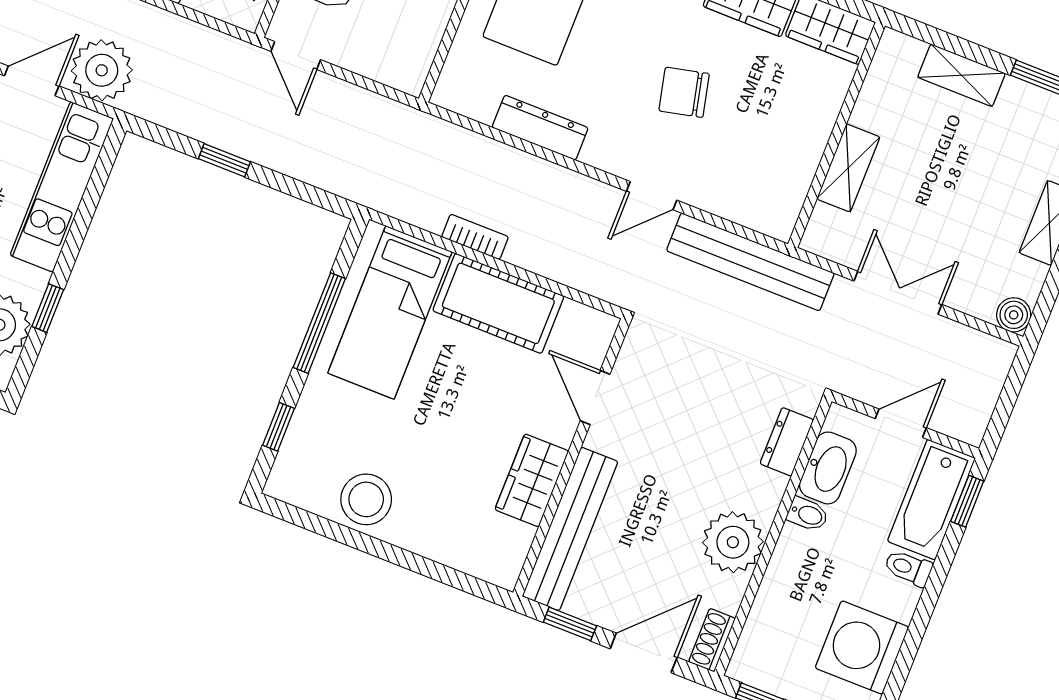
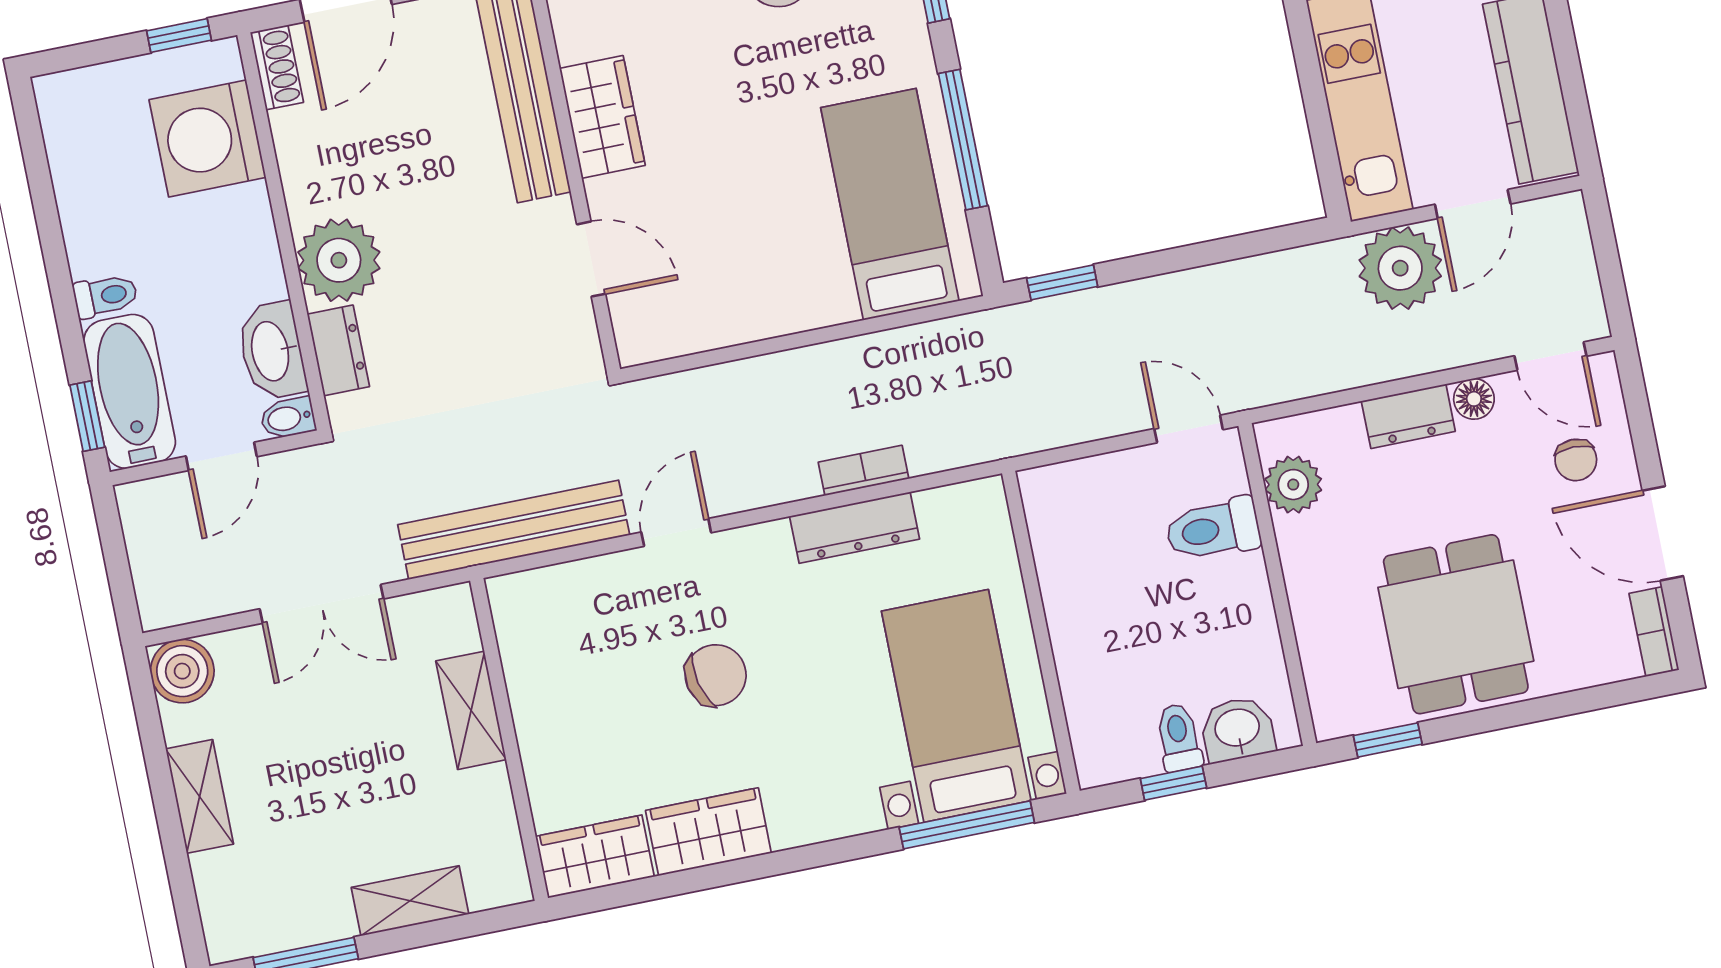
window: (224, 160) -> (1062, 282), moved
bookcase: (475, 237) -> (864, 470), moved, turned 180
cot: (498, 303) -> (772, 295), removed
boiler: (1014, 315) -> (182, 671), width x1.36, depth x1.36
bidet: (808, 514) -> (288, 418), moved
plant: (733, 542) -> (339, 260), moved
washing machine: (862, 647) -> (208, 139), moved, turned 180

